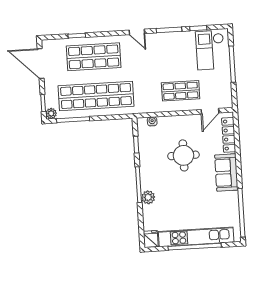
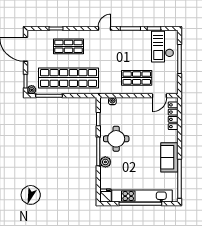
door: (137, 32) -> (105, 28), swing flipped
shop shelf: (94, 57) -> (68, 46), width x0.70, depth x0.74
round table: (184, 155) -> (116, 139), moved
sofa: (226, 173) -> (169, 157), moved

